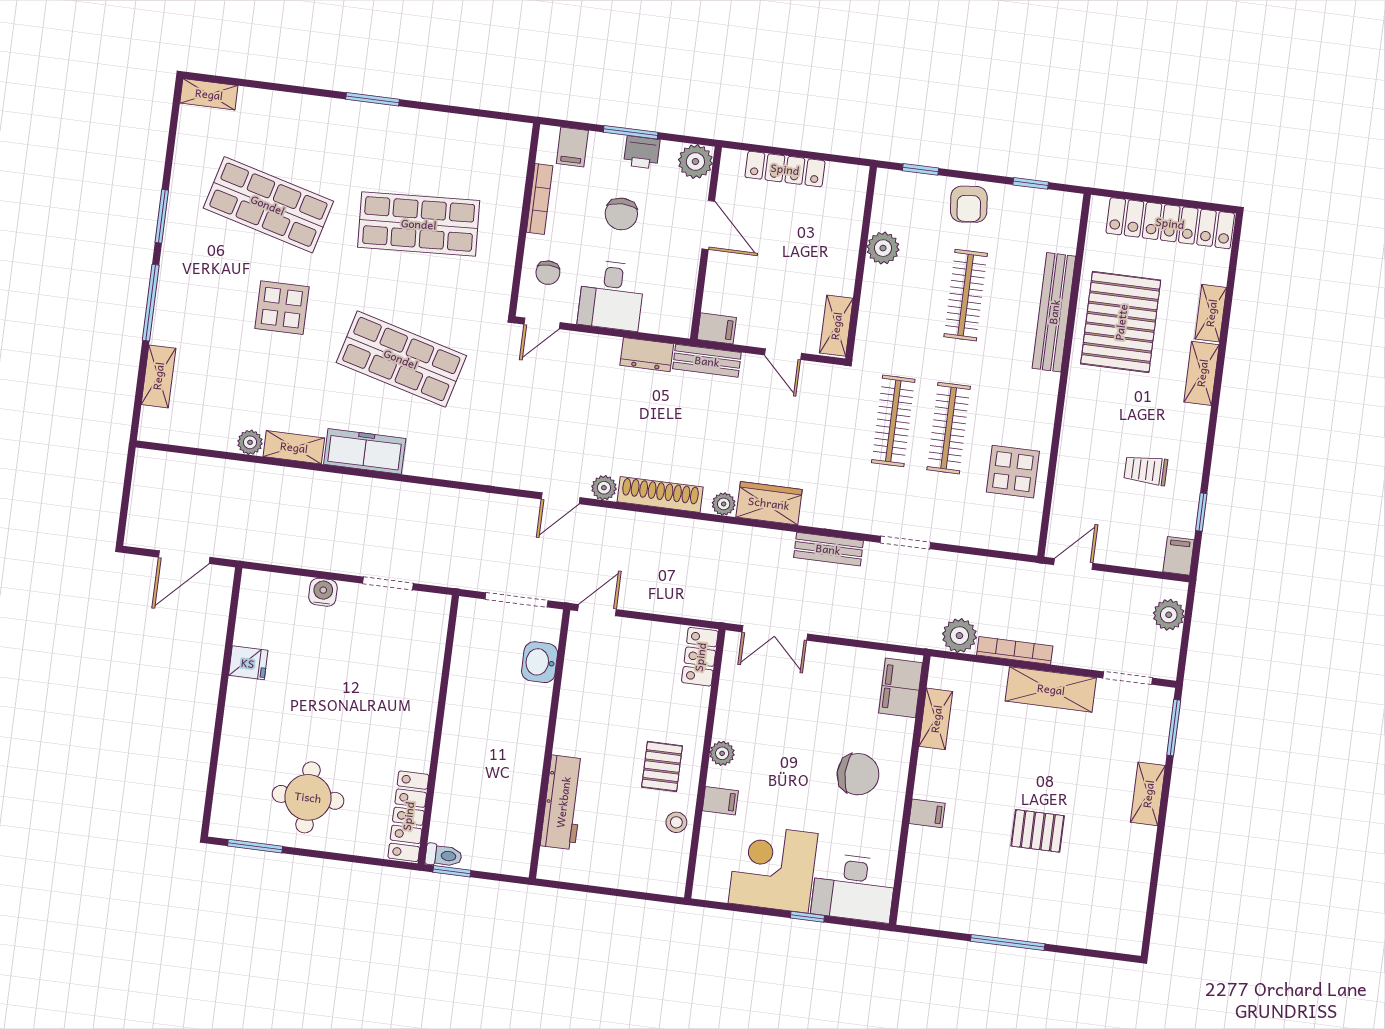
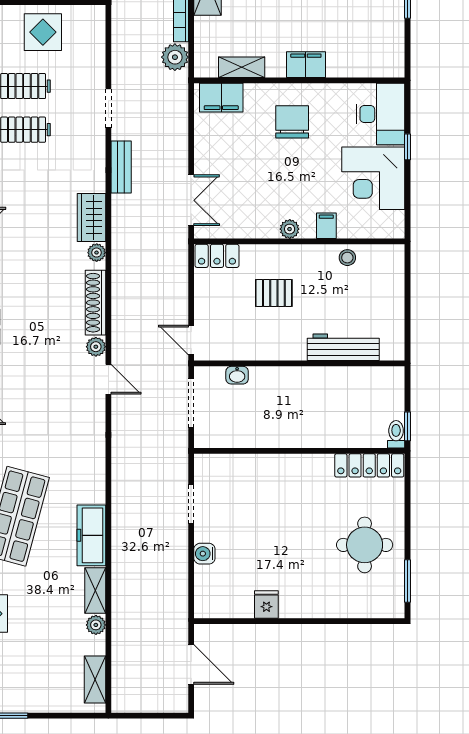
shelving: (158, 376) -> (95, 680), moved, turned 90
washbasin: (540, 662) -> (237, 375), width x0.72, depth x0.69
pallet: (662, 766) -> (274, 293), moved
filing cabinet: (927, 813) -> (306, 65), width x2.00

